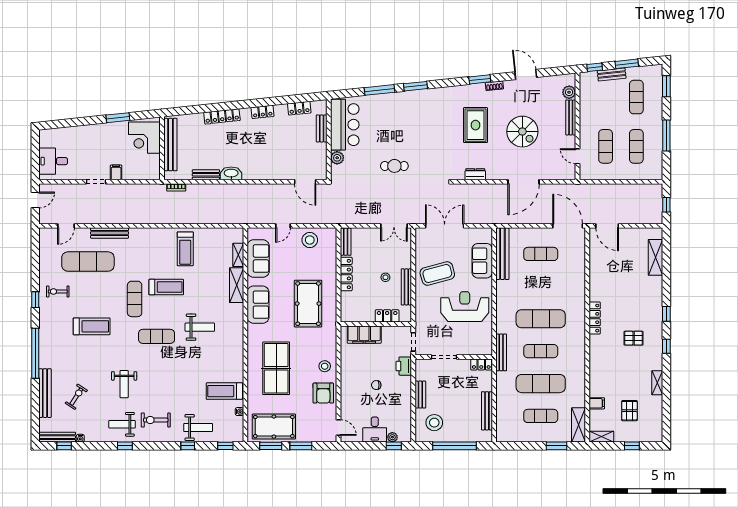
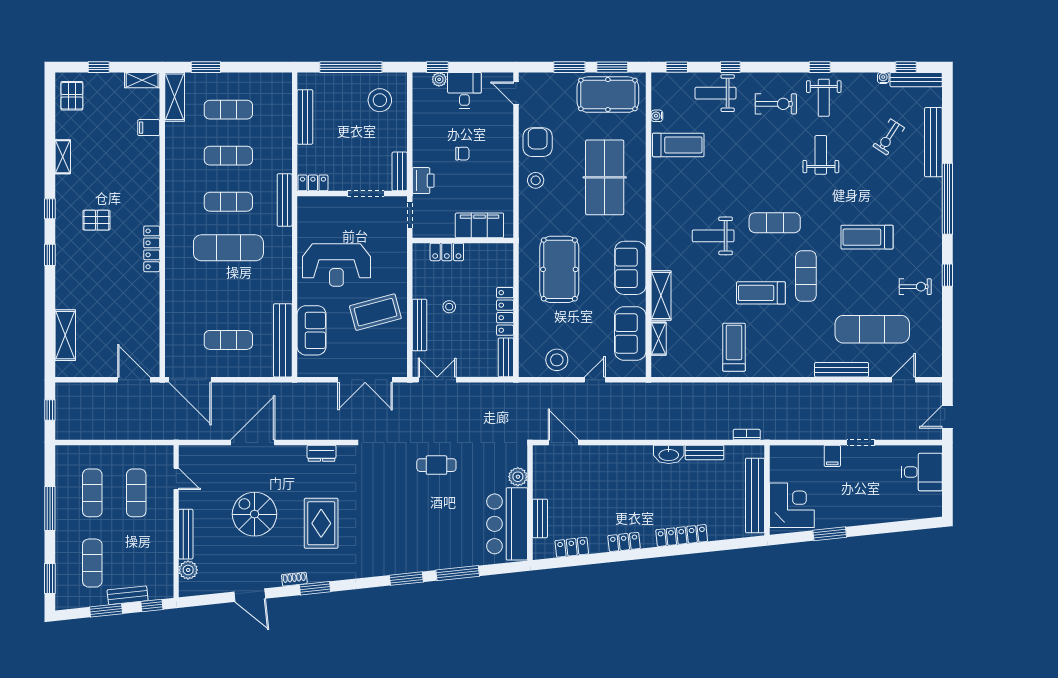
bench: (406, 287) -> (419, 325), moved
exercise mat: (541, 384) -> (228, 156), width x0.73, depth x0.69
bench: (420, 395) -> (400, 171), moved
pallet: (629, 411) -> (72, 96), moved
weight bench: (122, 424) -> (824, 98), turned 90

